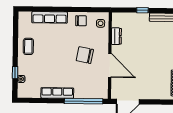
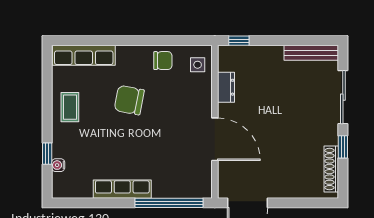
window: (142, 10) -> (239, 41), moved
row of seats: (50, 17) -> (84, 55), moved
chair: (85, 55) -> (129, 100), moved

